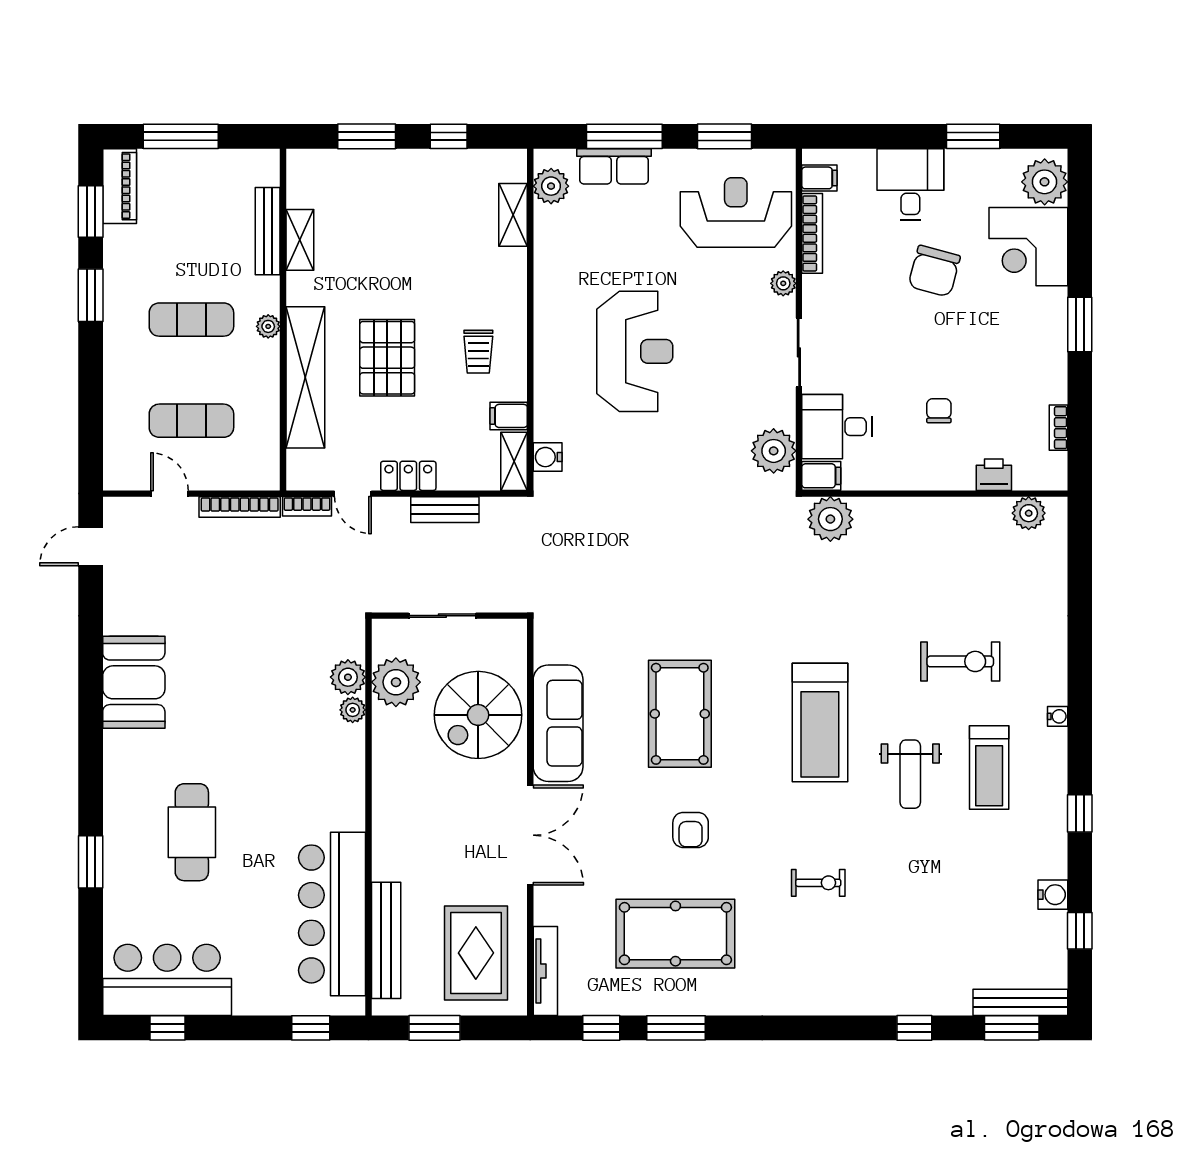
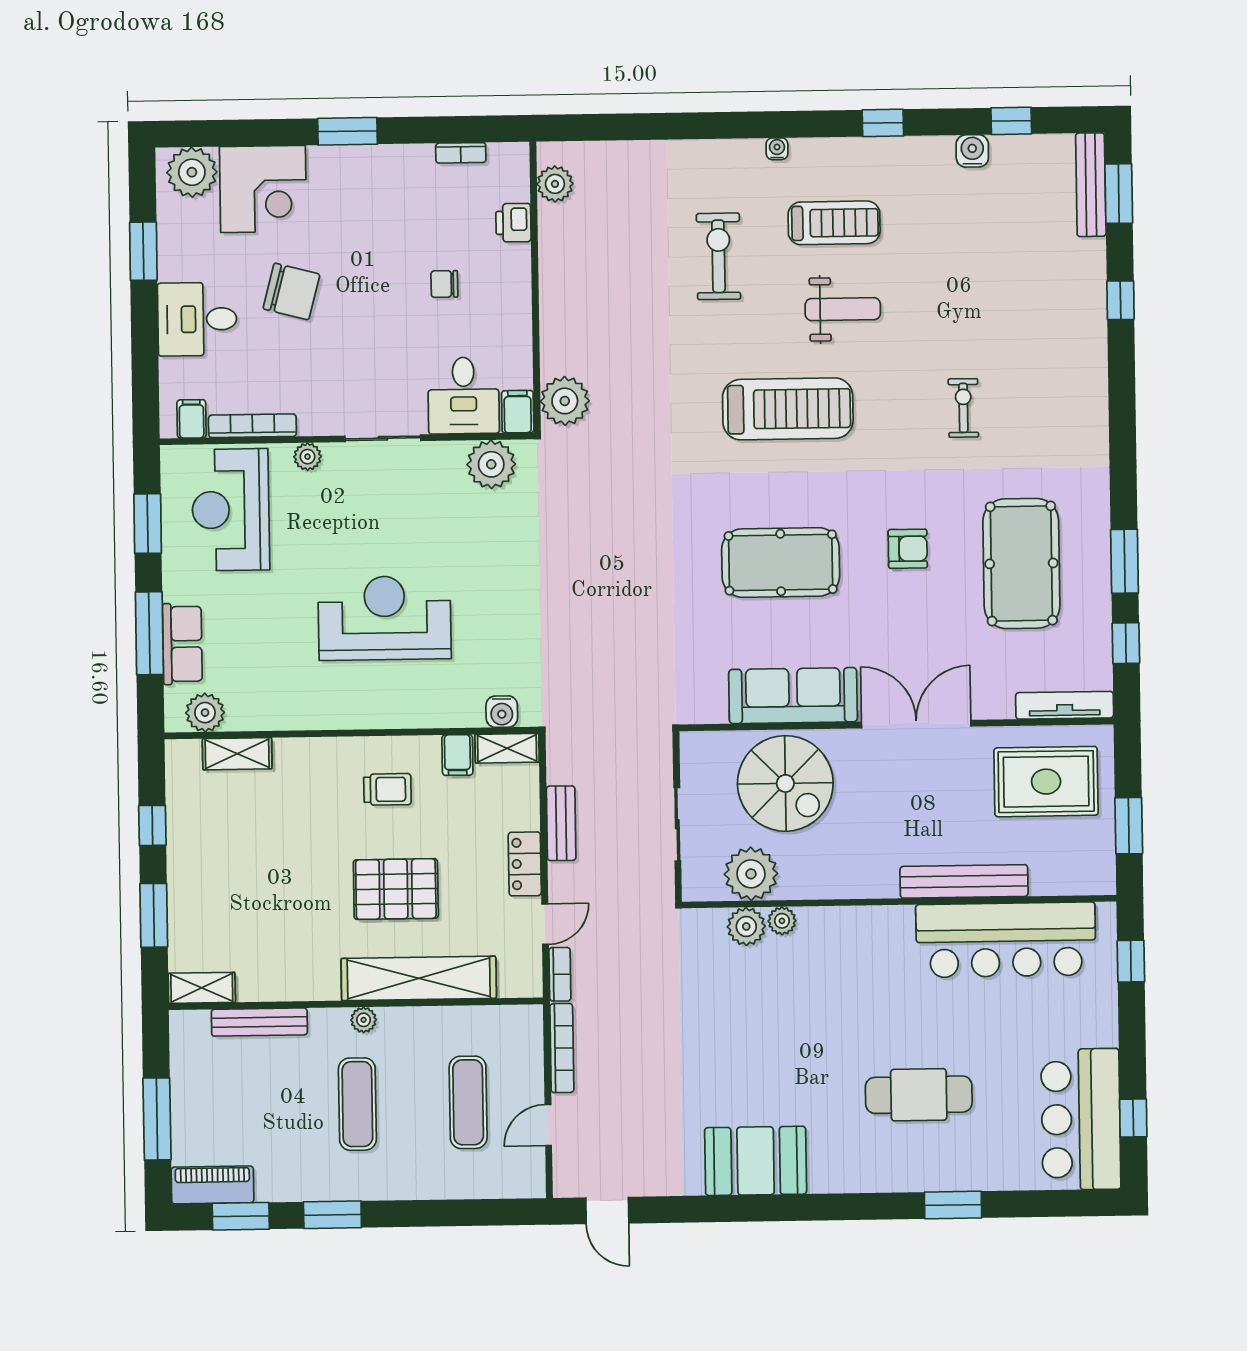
shelving: (300, 240) -> (202, 988), moved
bench: (386, 940) -> (964, 881), moved

